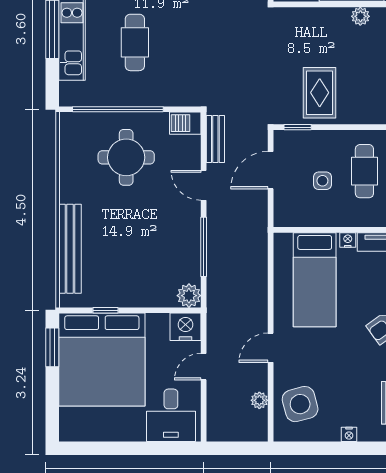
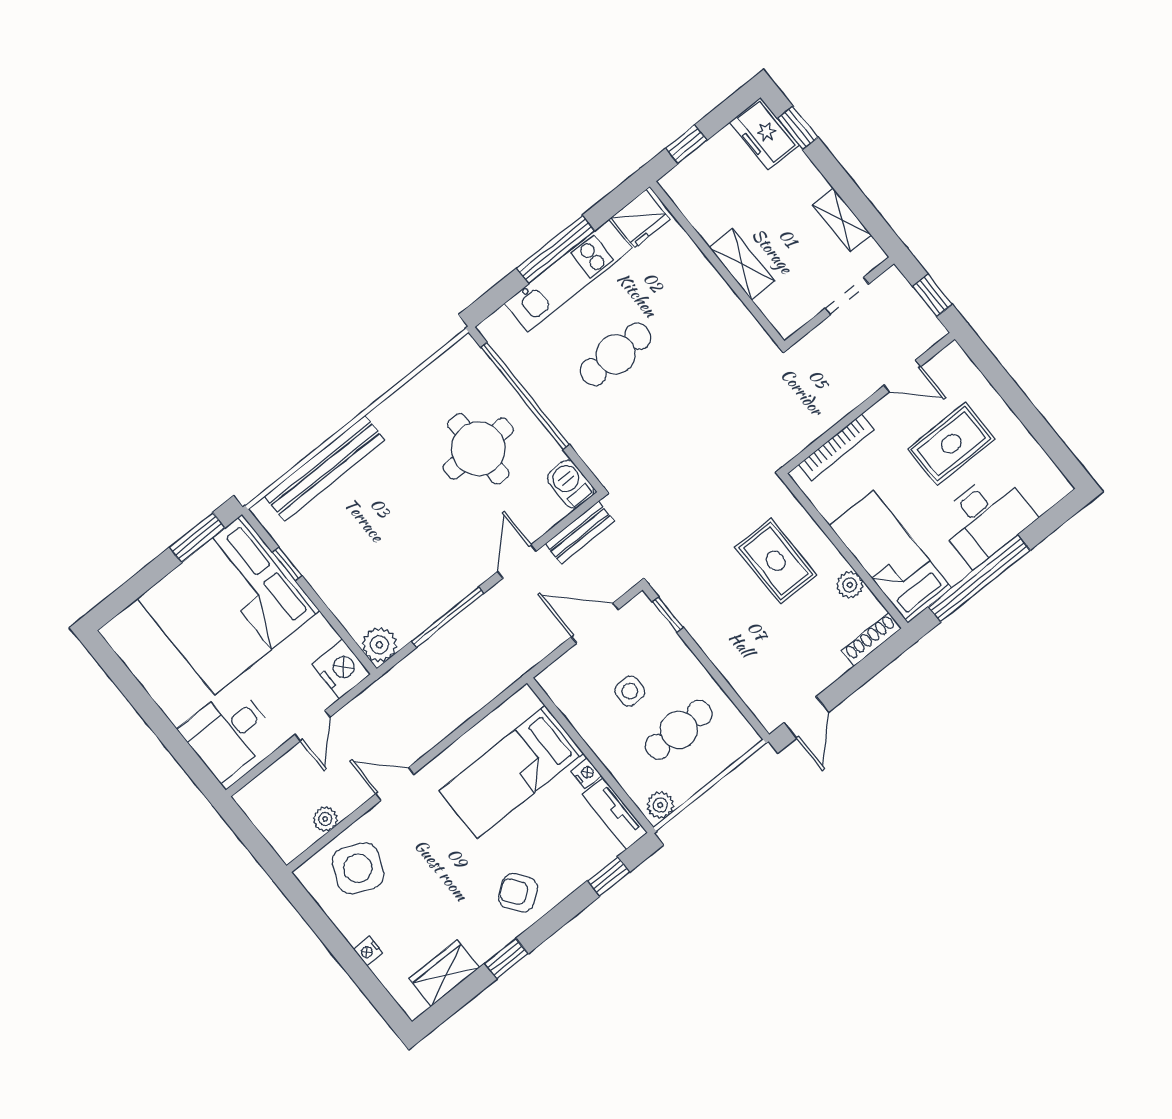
rug: (320, 93) -> (776, 561), moved, turned 90
door: (204, 367) -> (313, 726), swing flipped
side table: (300, 404) -> (358, 868), turned 38

